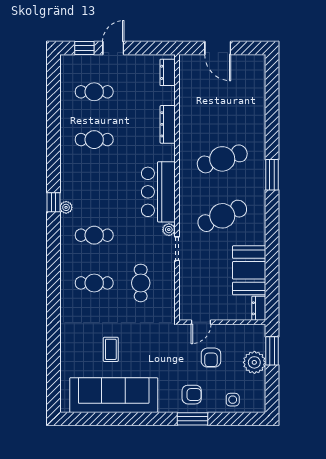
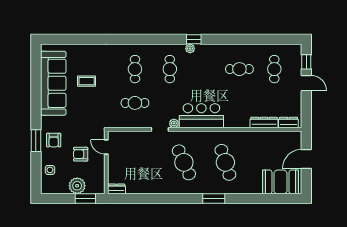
dresser: (168, 124) -> (264, 123), moved
cafe table: (94, 140) -> (239, 69), turned 90
booth: (249, 270) -> (281, 182), moved

